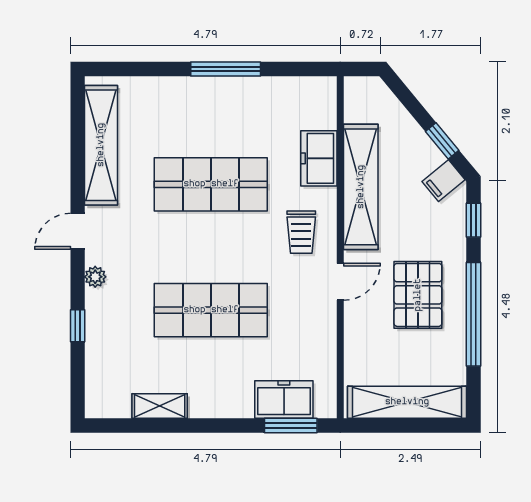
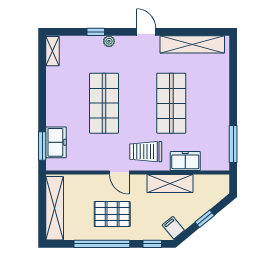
window: (226, 69) -> (233, 144), moved
window: (442, 141) -> (205, 219), moved
shelving: (361, 187) -> (170, 183), width x0.68
trolley: (301, 232) -> (146, 152), width x1.36, depth x1.39
plant: (95, 277) -> (109, 41), moved
shelving: (160, 406) -> (53, 51), moved

